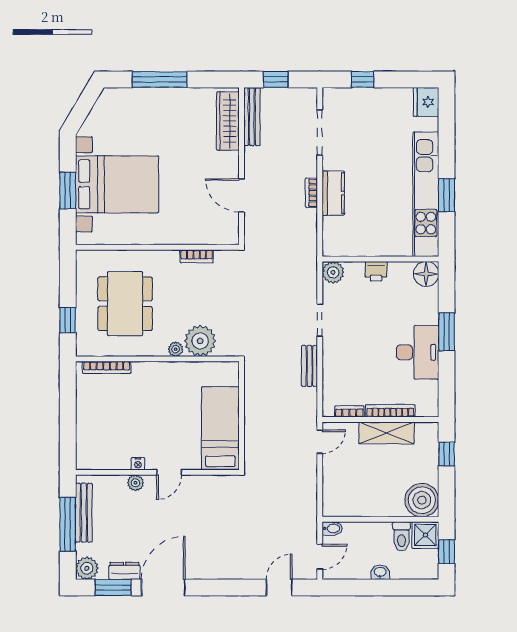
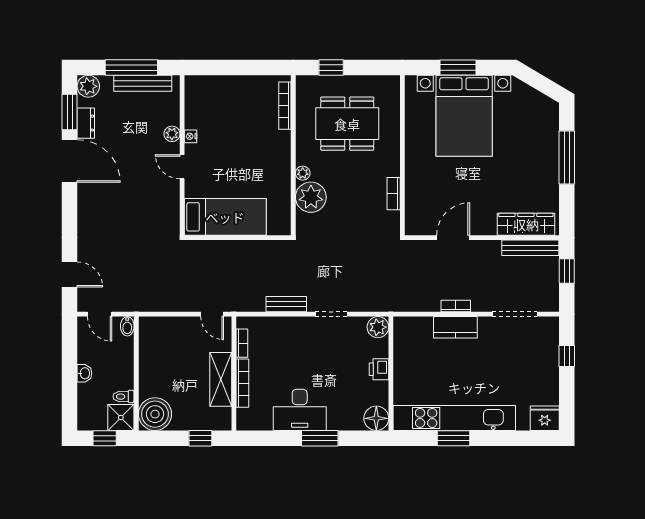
toilet: (402, 536) -> (124, 397), width x0.73, depth x0.72

